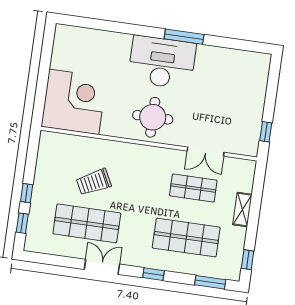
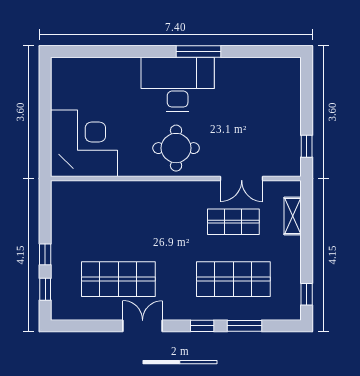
trolley: (94, 182) -> (120, 231), removed
shelving: (242, 210) -> (293, 216), moved
window: (210, 282) -> (244, 326), moved

